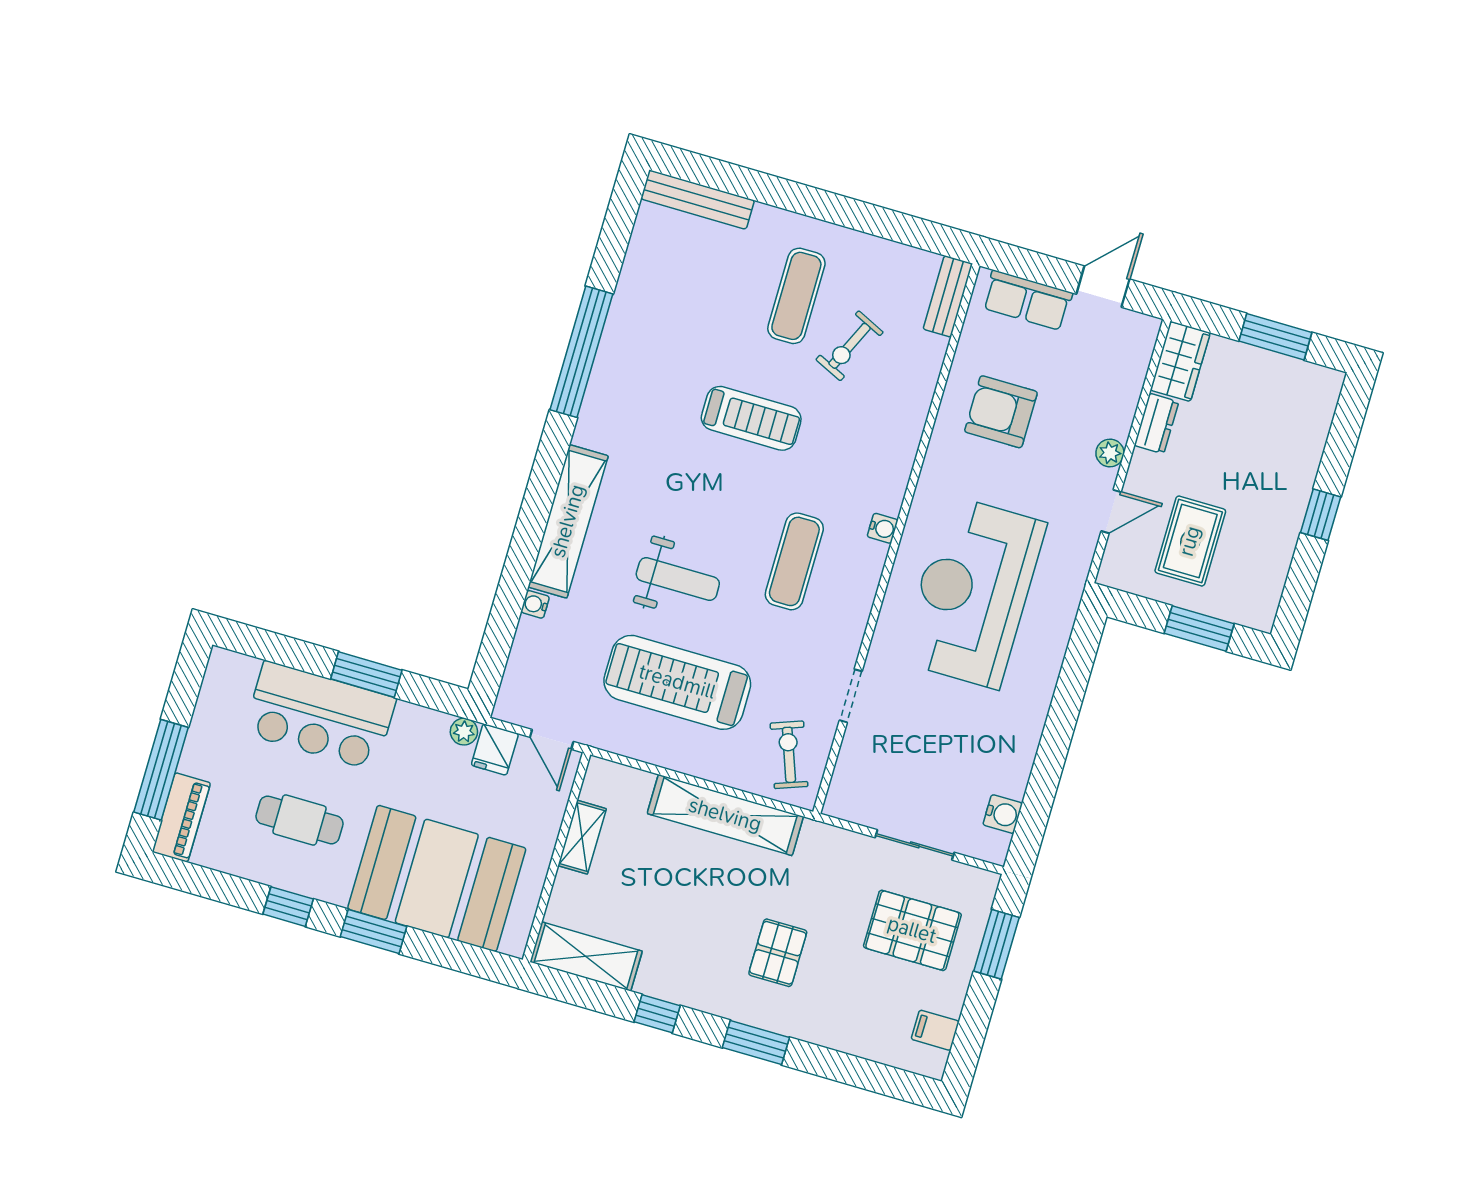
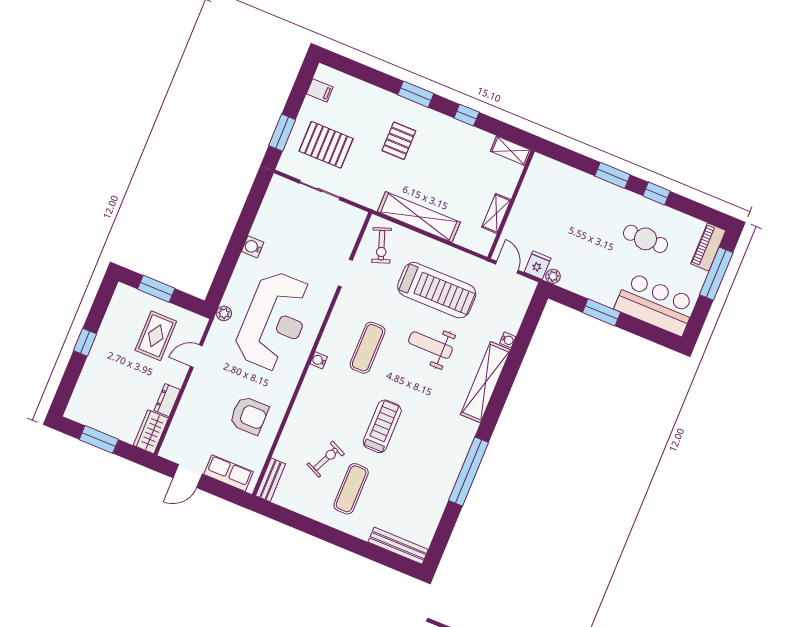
treadmill: (751, 418) -> (382, 426), turned 90
plant: (1110, 453) -> (224, 313), moved
bar counter: (320, 716) -> (655, 304), moved
water cooler: (1003, 814) -> (253, 247), moved
booth: (437, 878) -> (576, 200), removed
shelving: (586, 956) -> (511, 151), width x0.67, depth x0.75

